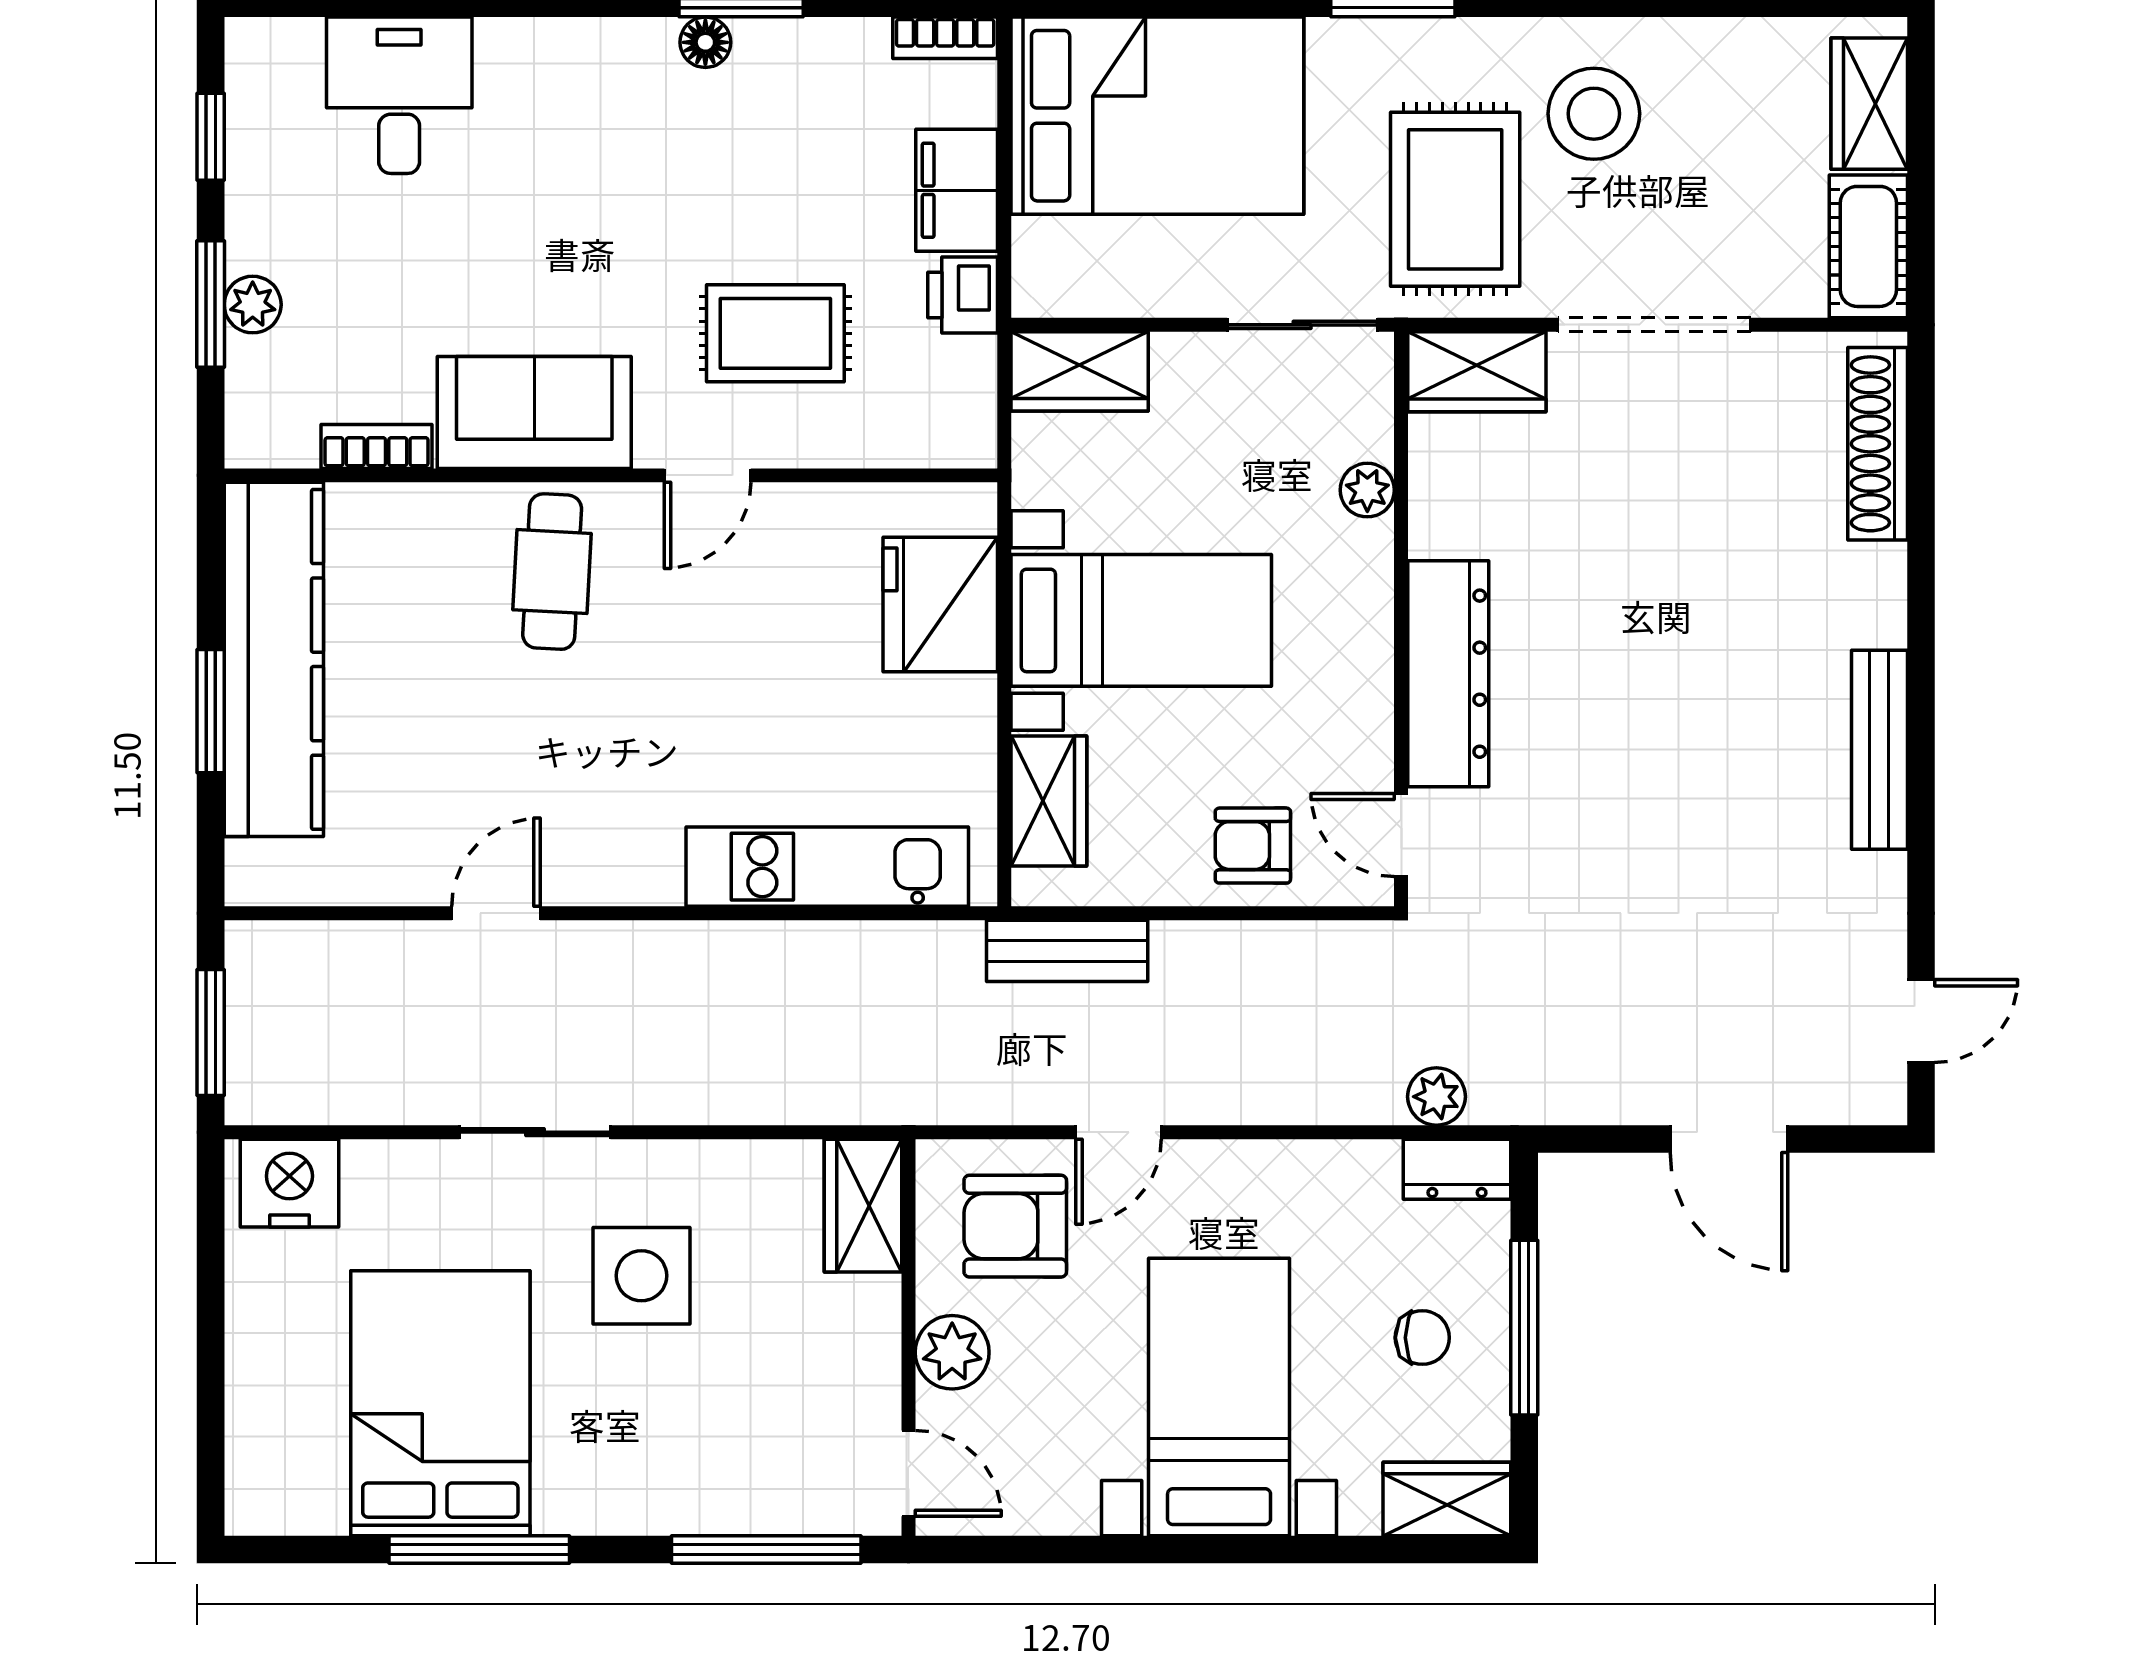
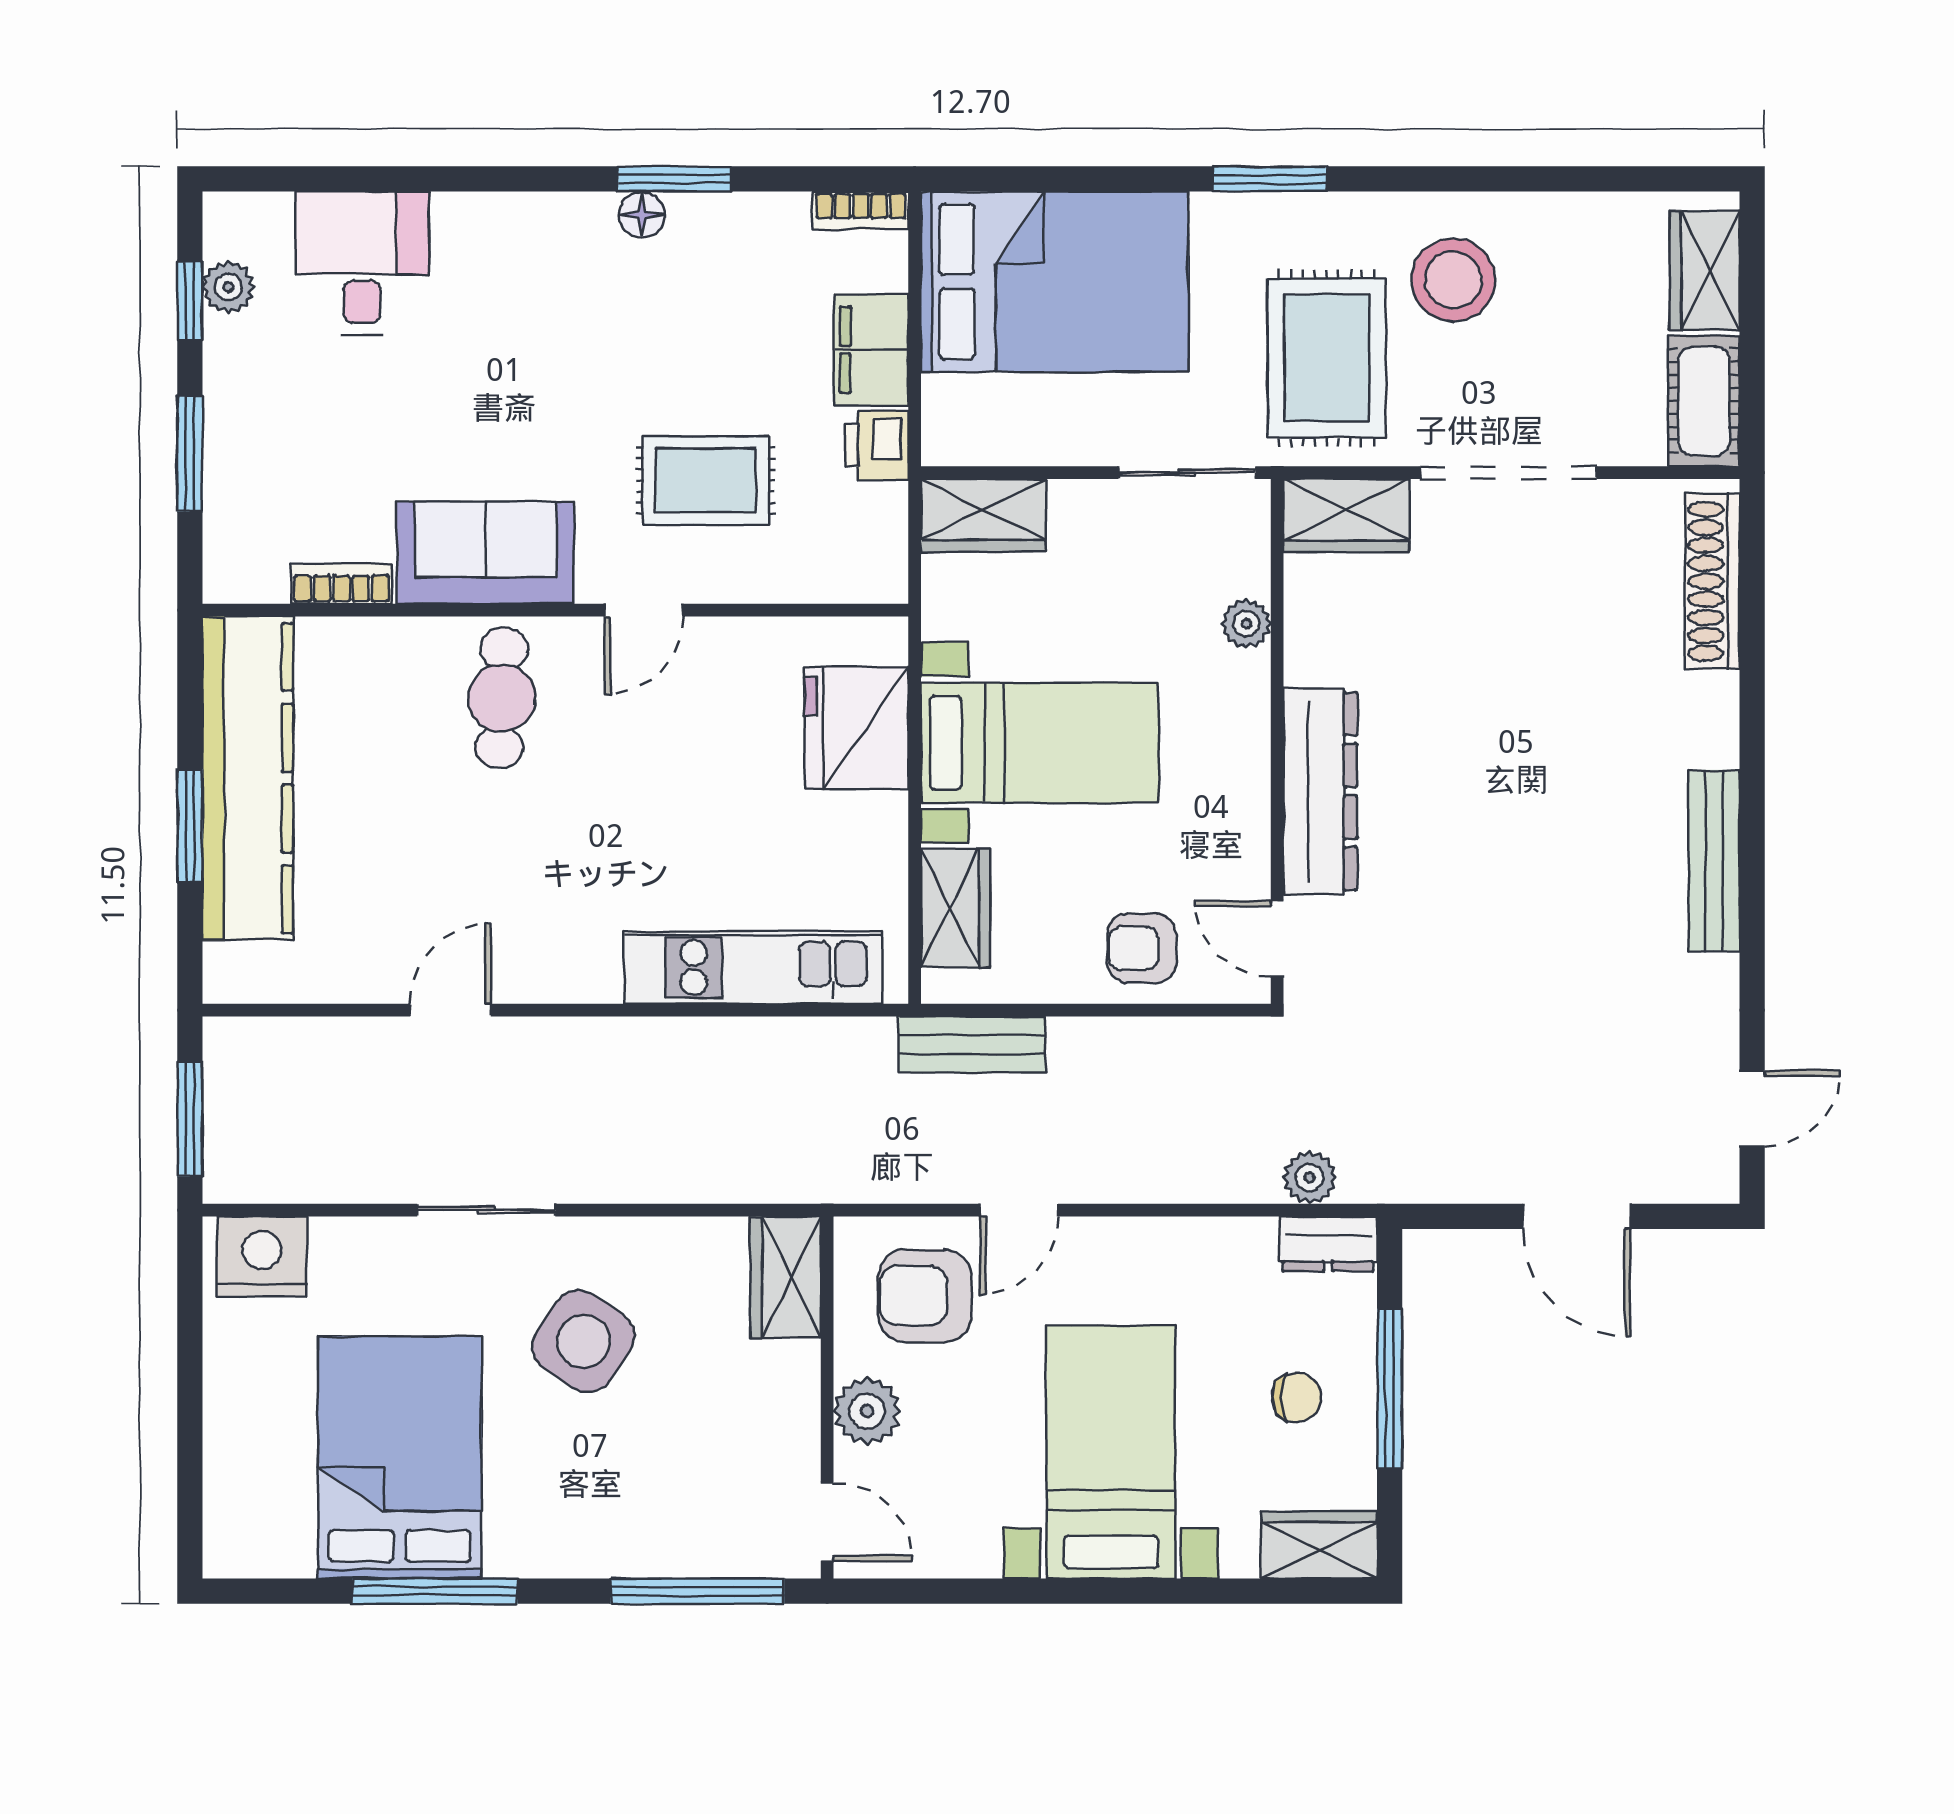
plant: (253, 305) -> (228, 287), moved
side table: (641, 1276) -> (583, 1341), turned 34

